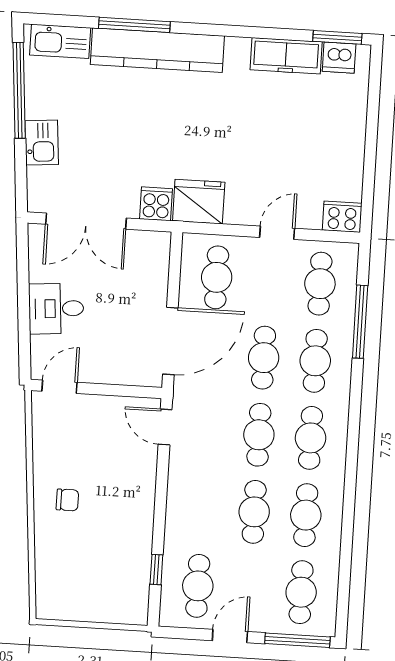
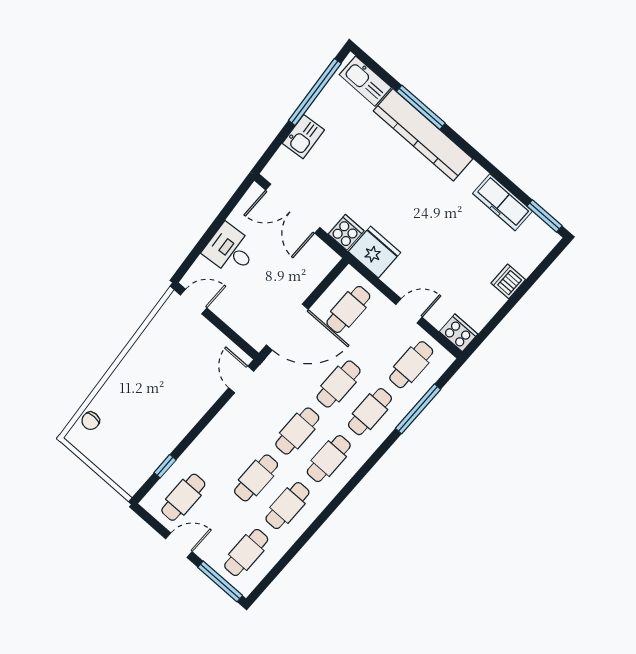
dishwasher: (339, 58) -> (508, 281), moved, turned 90
chair: (67, 500) -> (91, 421), moved, turned 90

